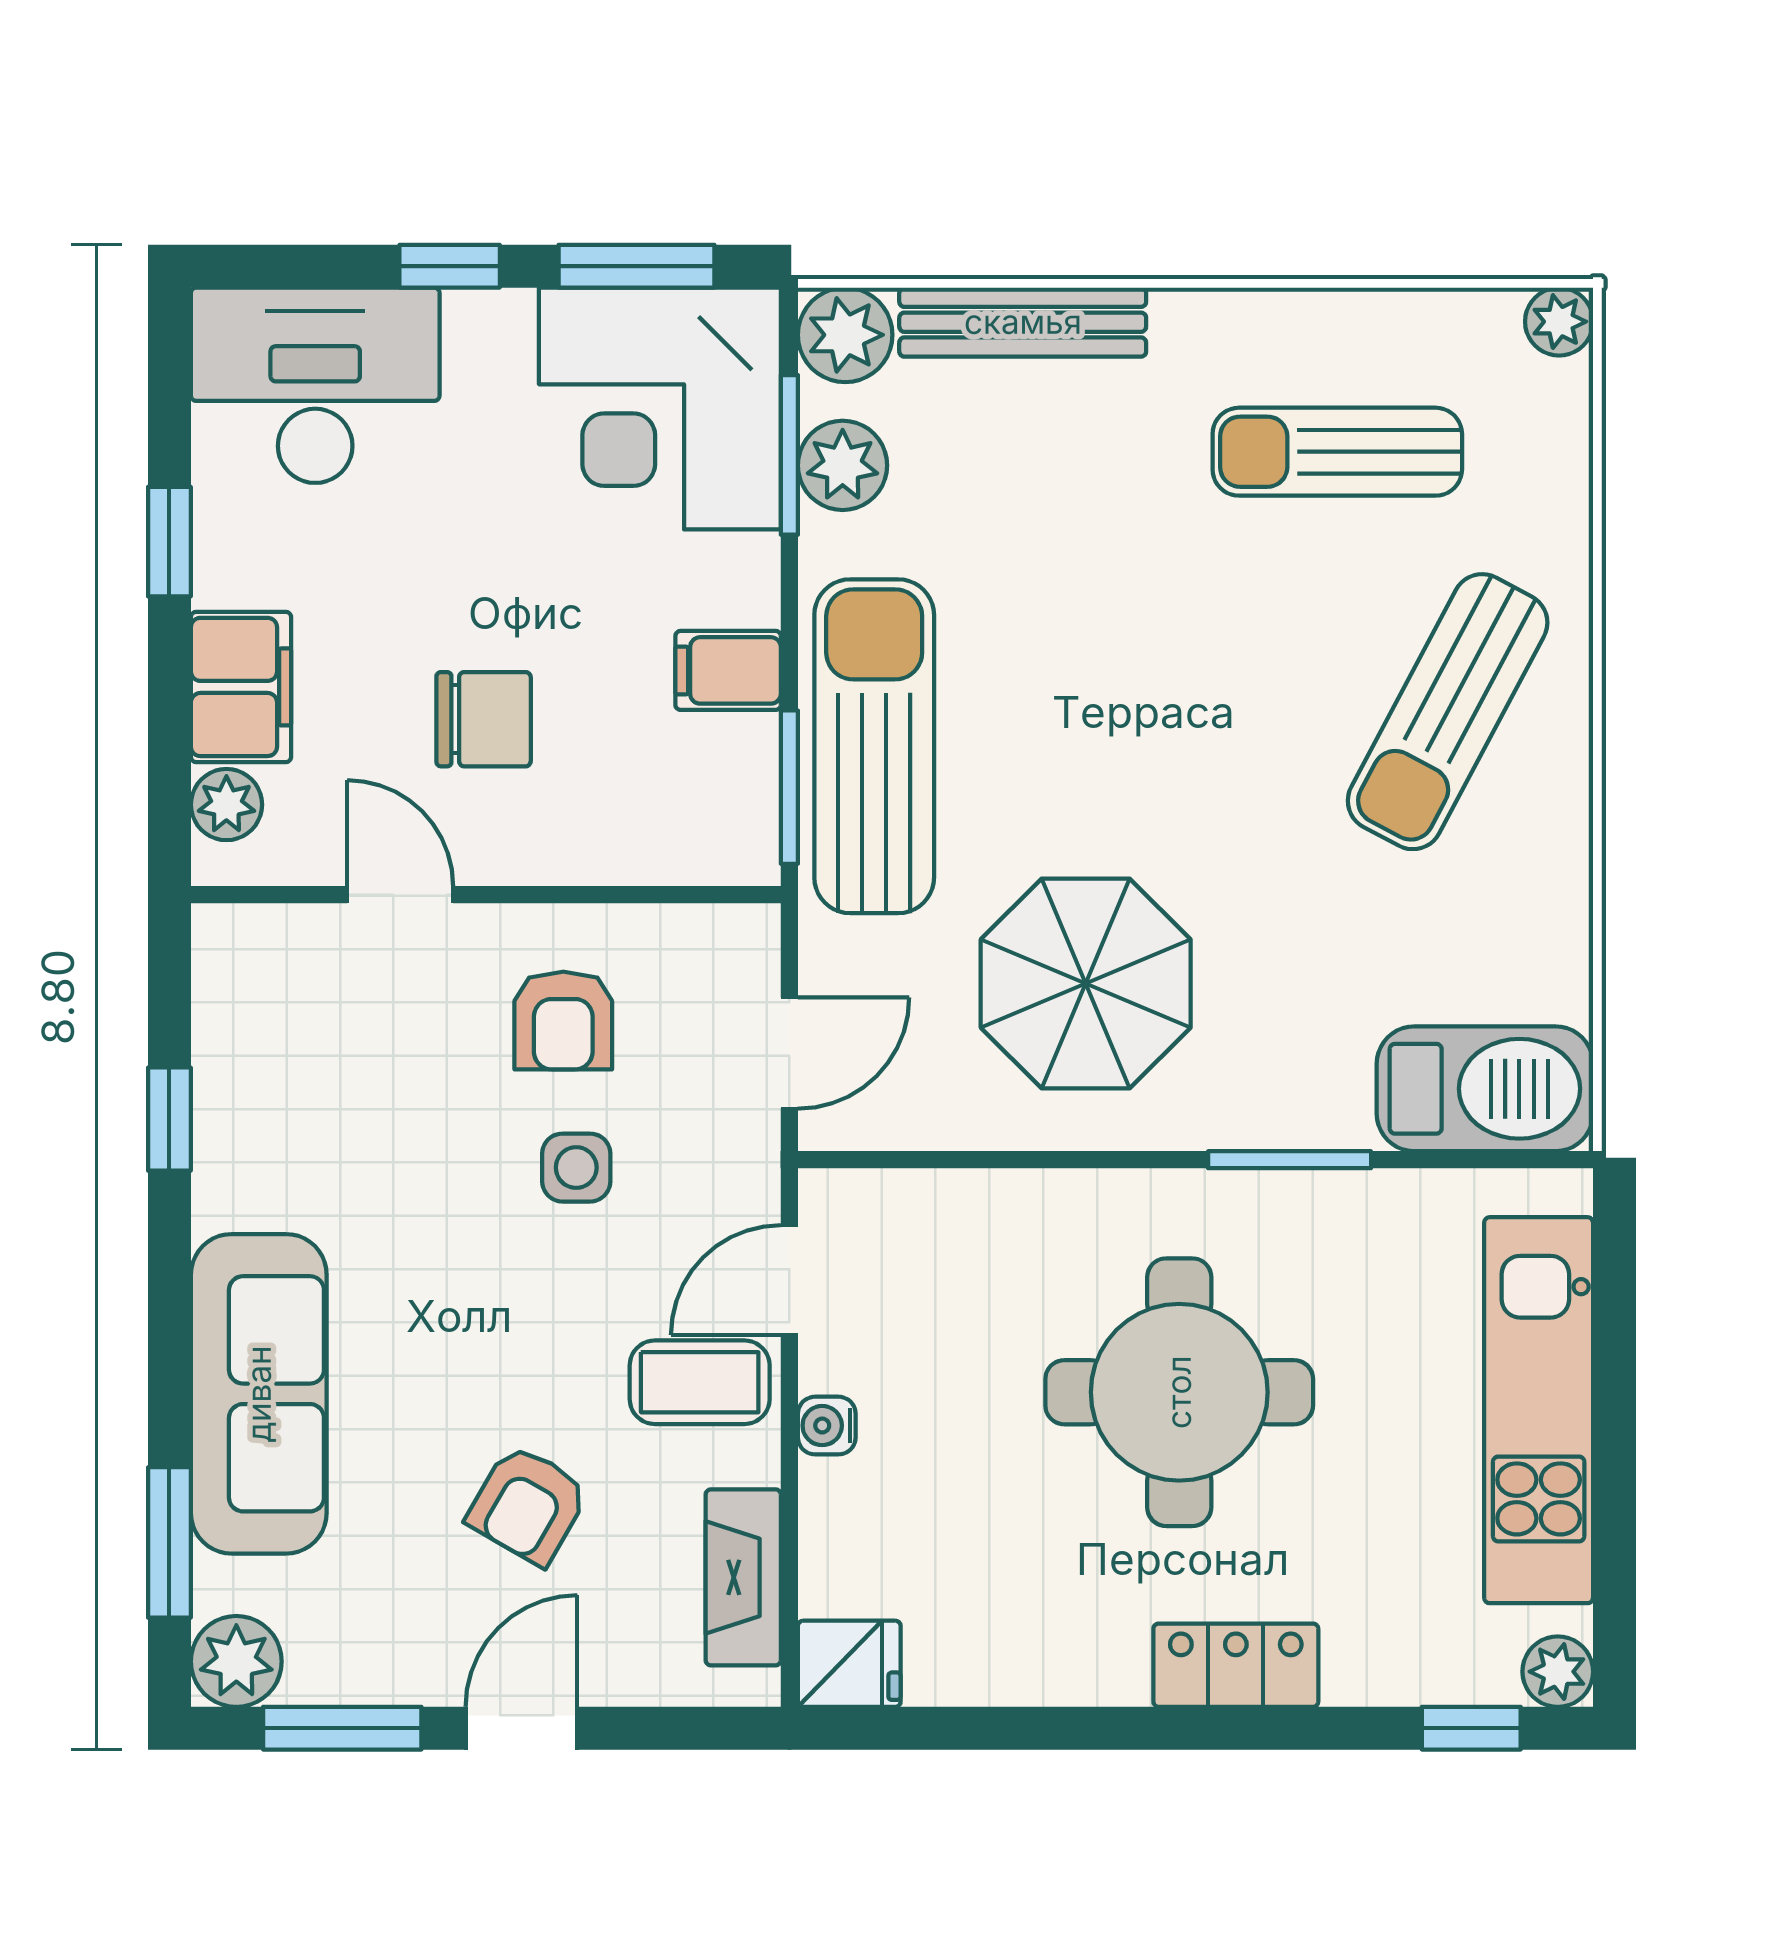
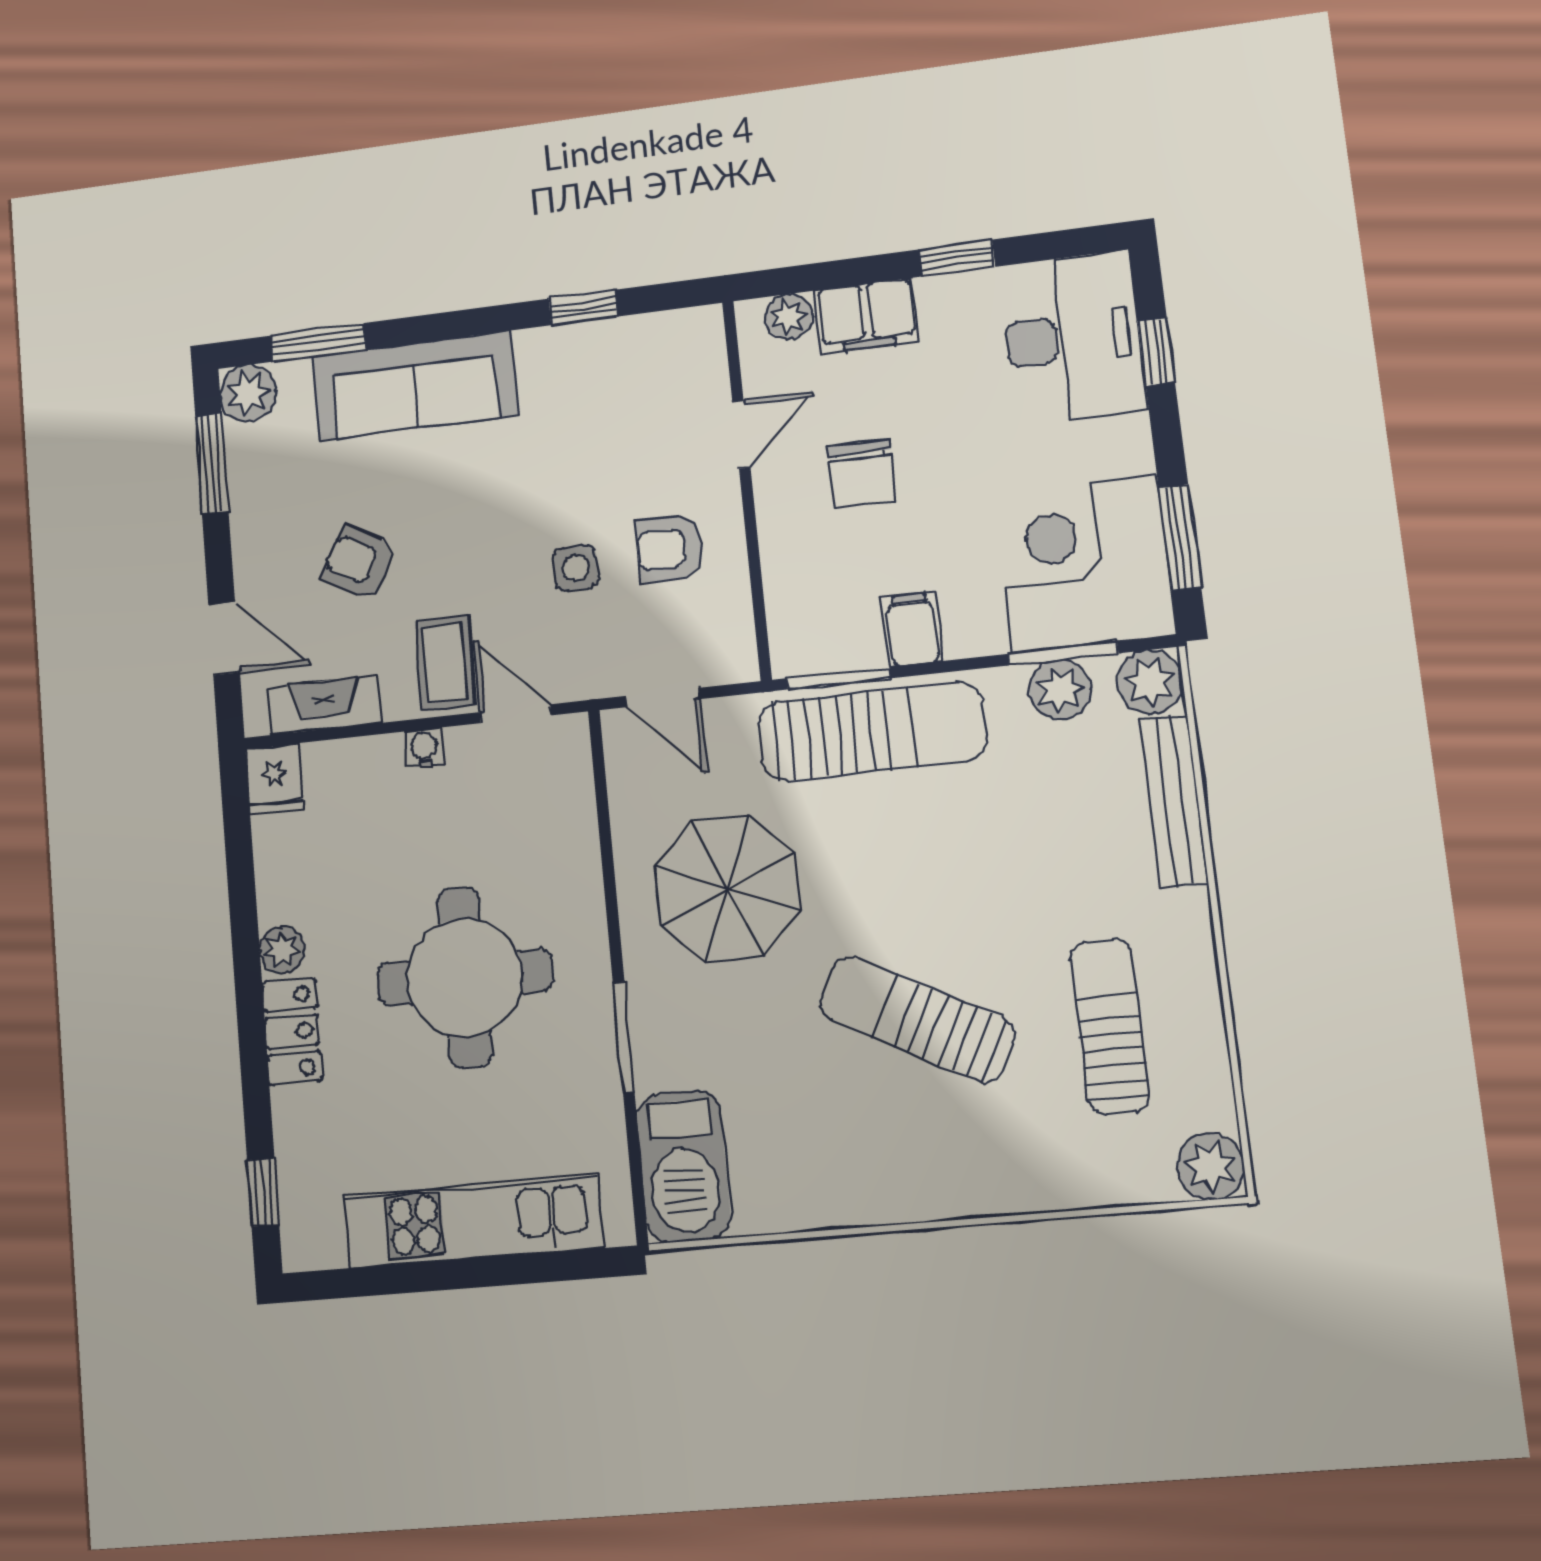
window: (450, 266) -> (1156, 352), moved
plant: (1559, 322) -> (1211, 1166), width x1.38, depth x1.38
sun lounger: (1448, 712) -> (917, 1019), moved
plant: (1558, 1672) -> (282, 950), moved
door: (521, 1728) -> (224, 638), moved

